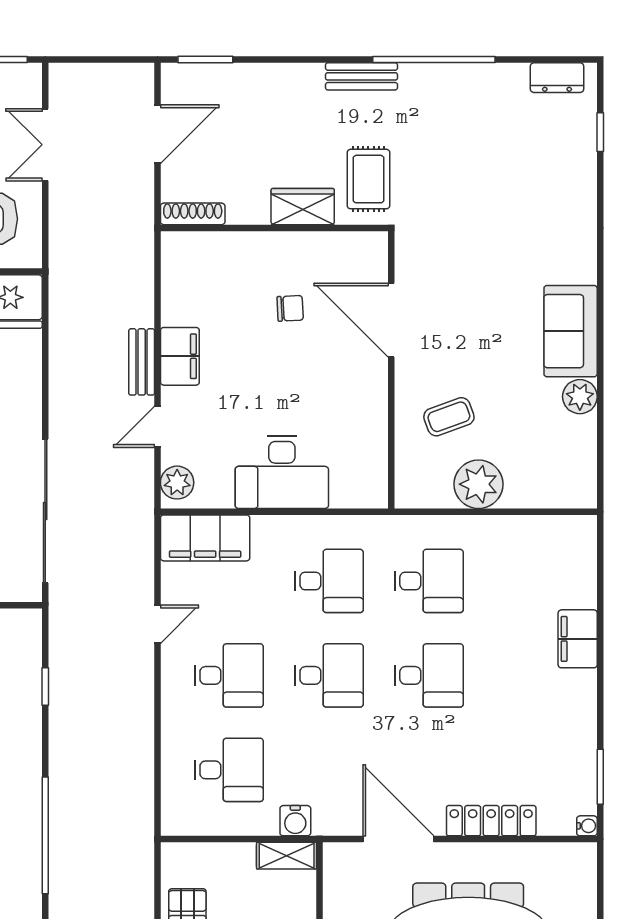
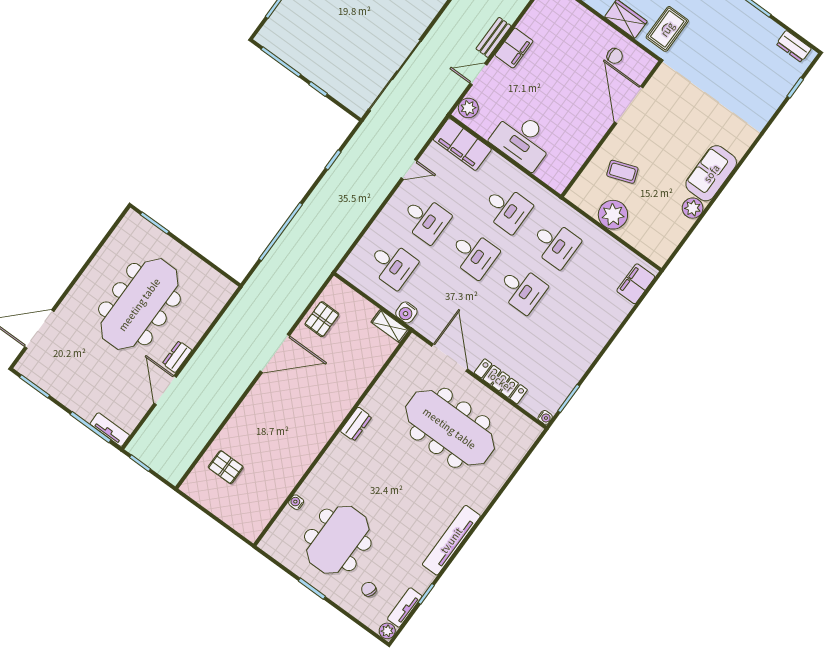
chair: (290, 308) -> (615, 56), moved
filing cabinet: (578, 639) -> (636, 284), moved

